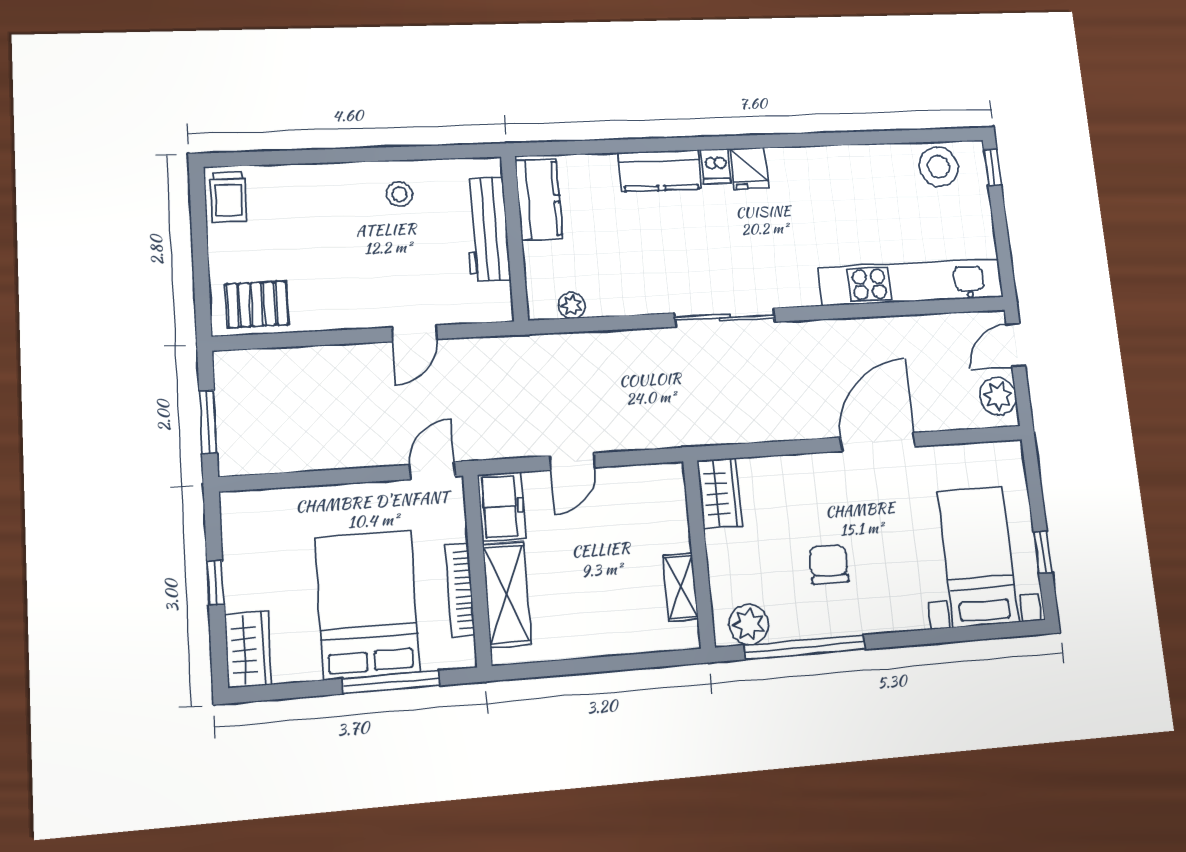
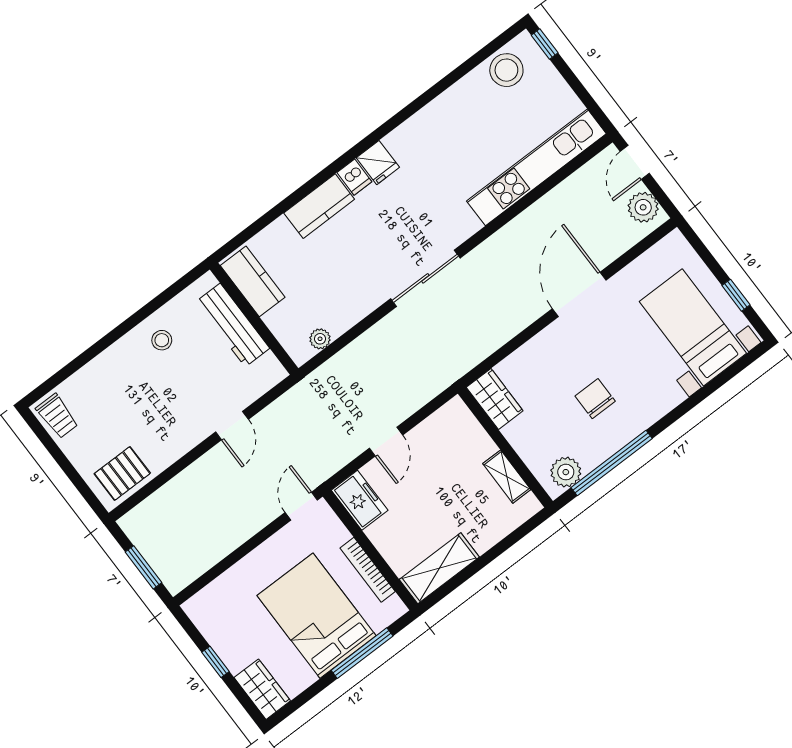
shelving: (507, 594) -> (439, 568), moved, turned 90

